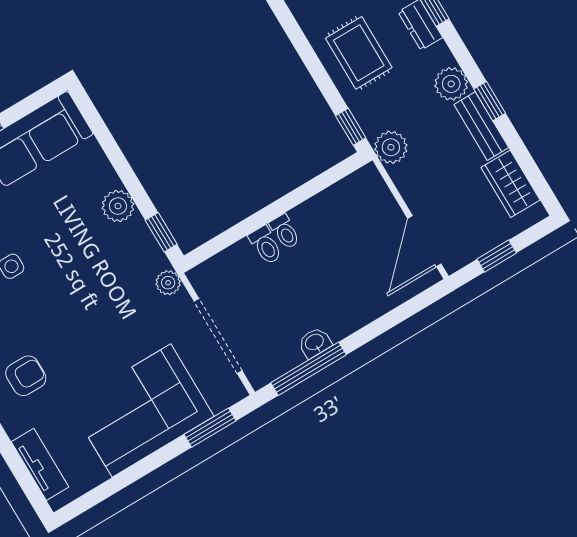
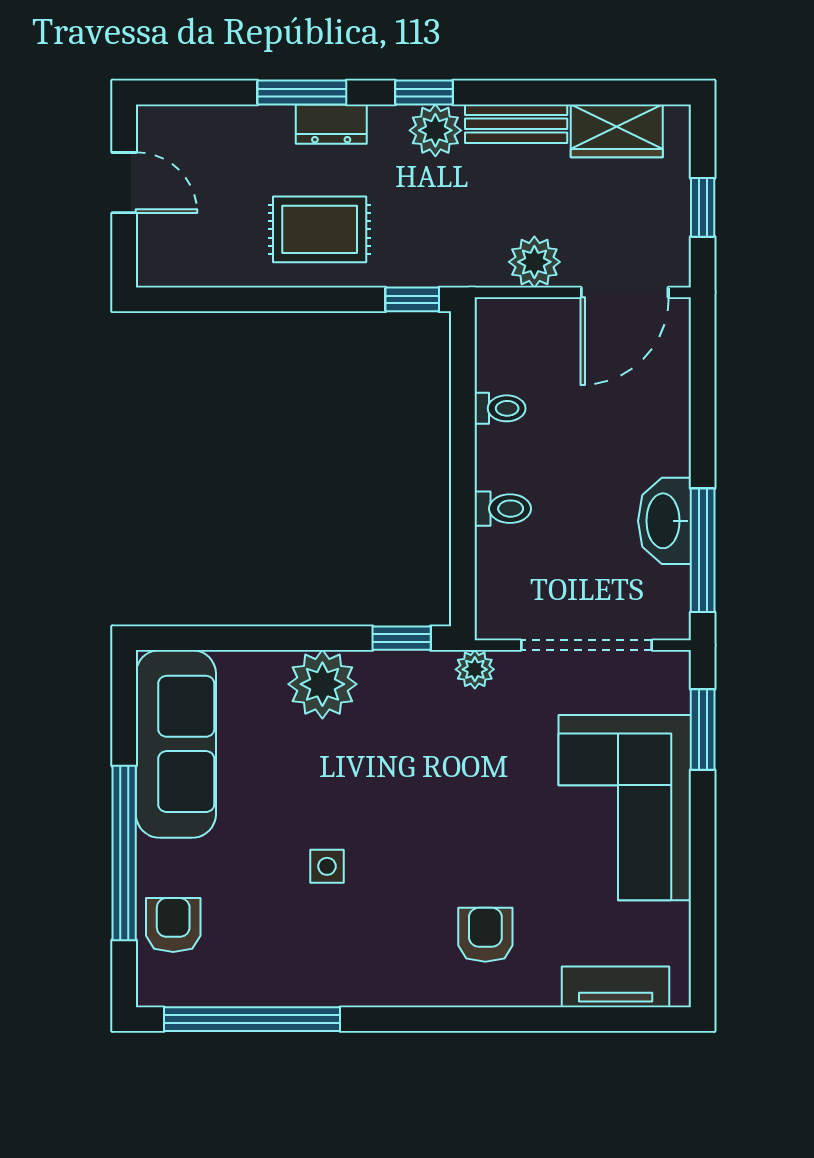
window: (490, 101) -> (424, 93), moved
plant: (391, 147) -> (534, 262), moved
plant: (118, 206) -> (322, 684), width x1.36, depth x1.36
toilet: (285, 232) -> (500, 408), moved
door: (424, 241) -> (625, 292), hinge flipped
washbasin: (315, 343) -> (665, 521), width x1.91, depth x1.45

